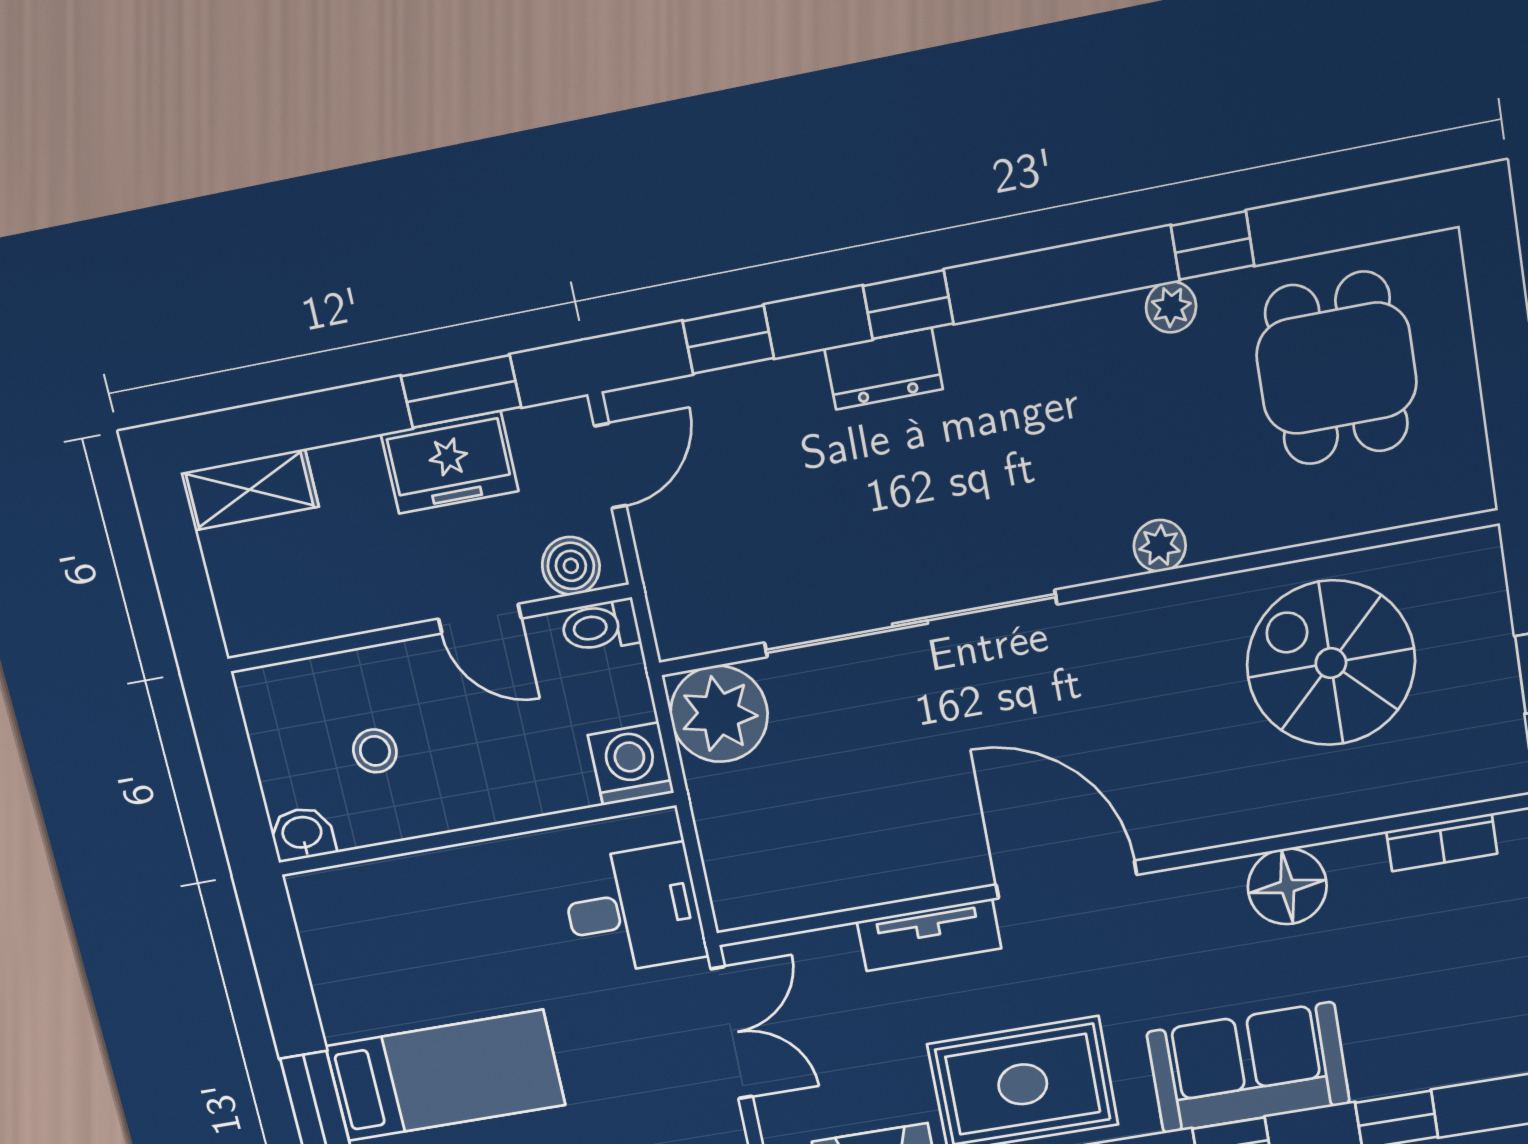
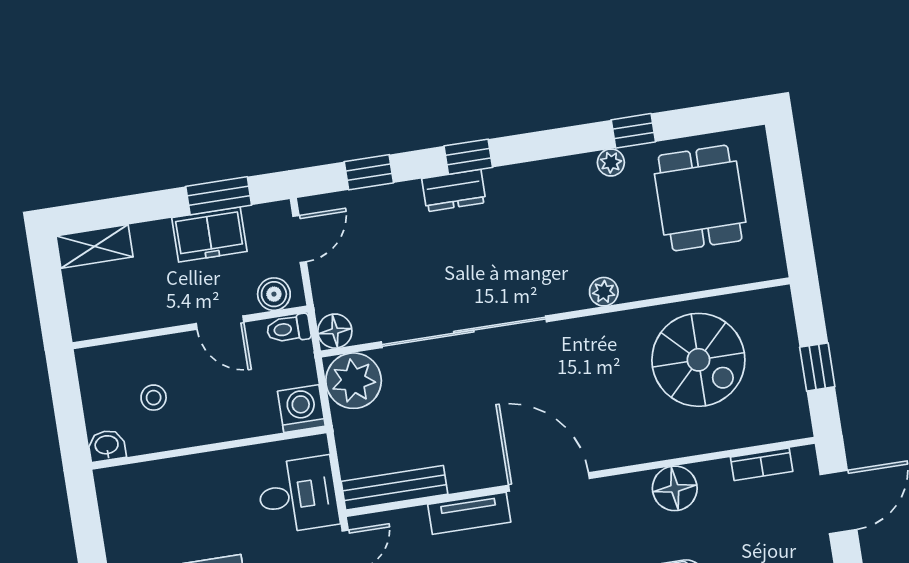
floor lamp: (682, 628) -> (335, 331), added
spiral stairs: (1331, 663) -> (698, 360), turned 180
bench: (799, 895) -> (395, 488), added

